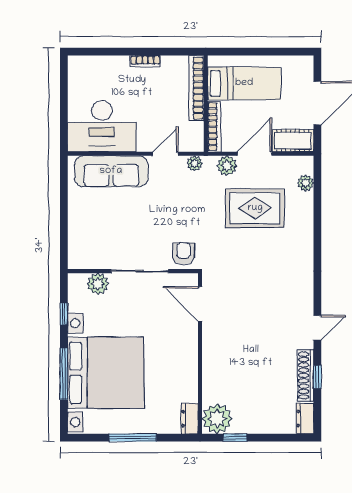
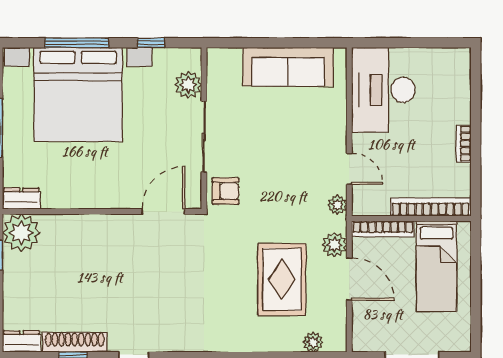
cot: (293, 141) -> (366, 326), removed
sofa: (111, 171) -> (288, 67), moved, turned -90

